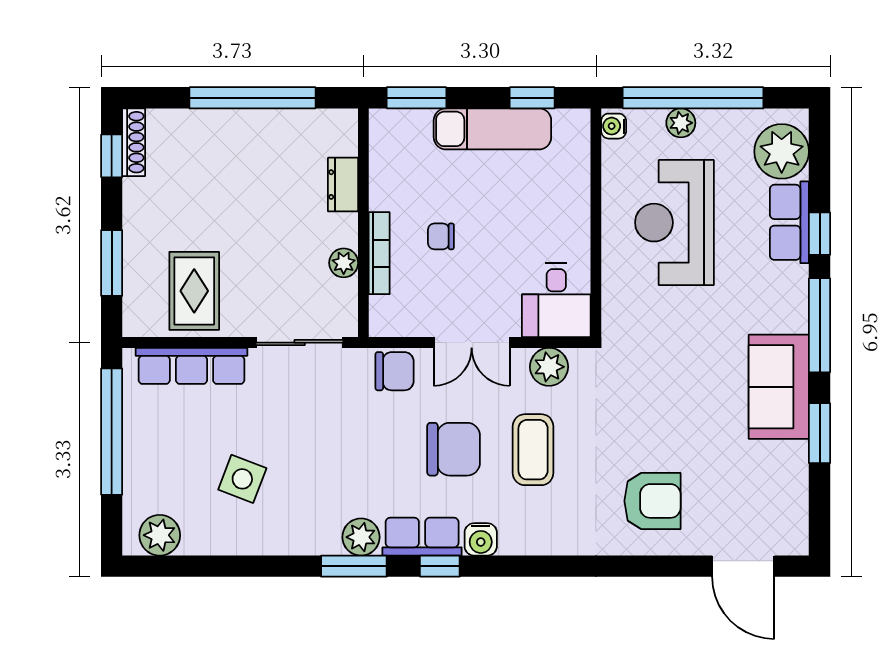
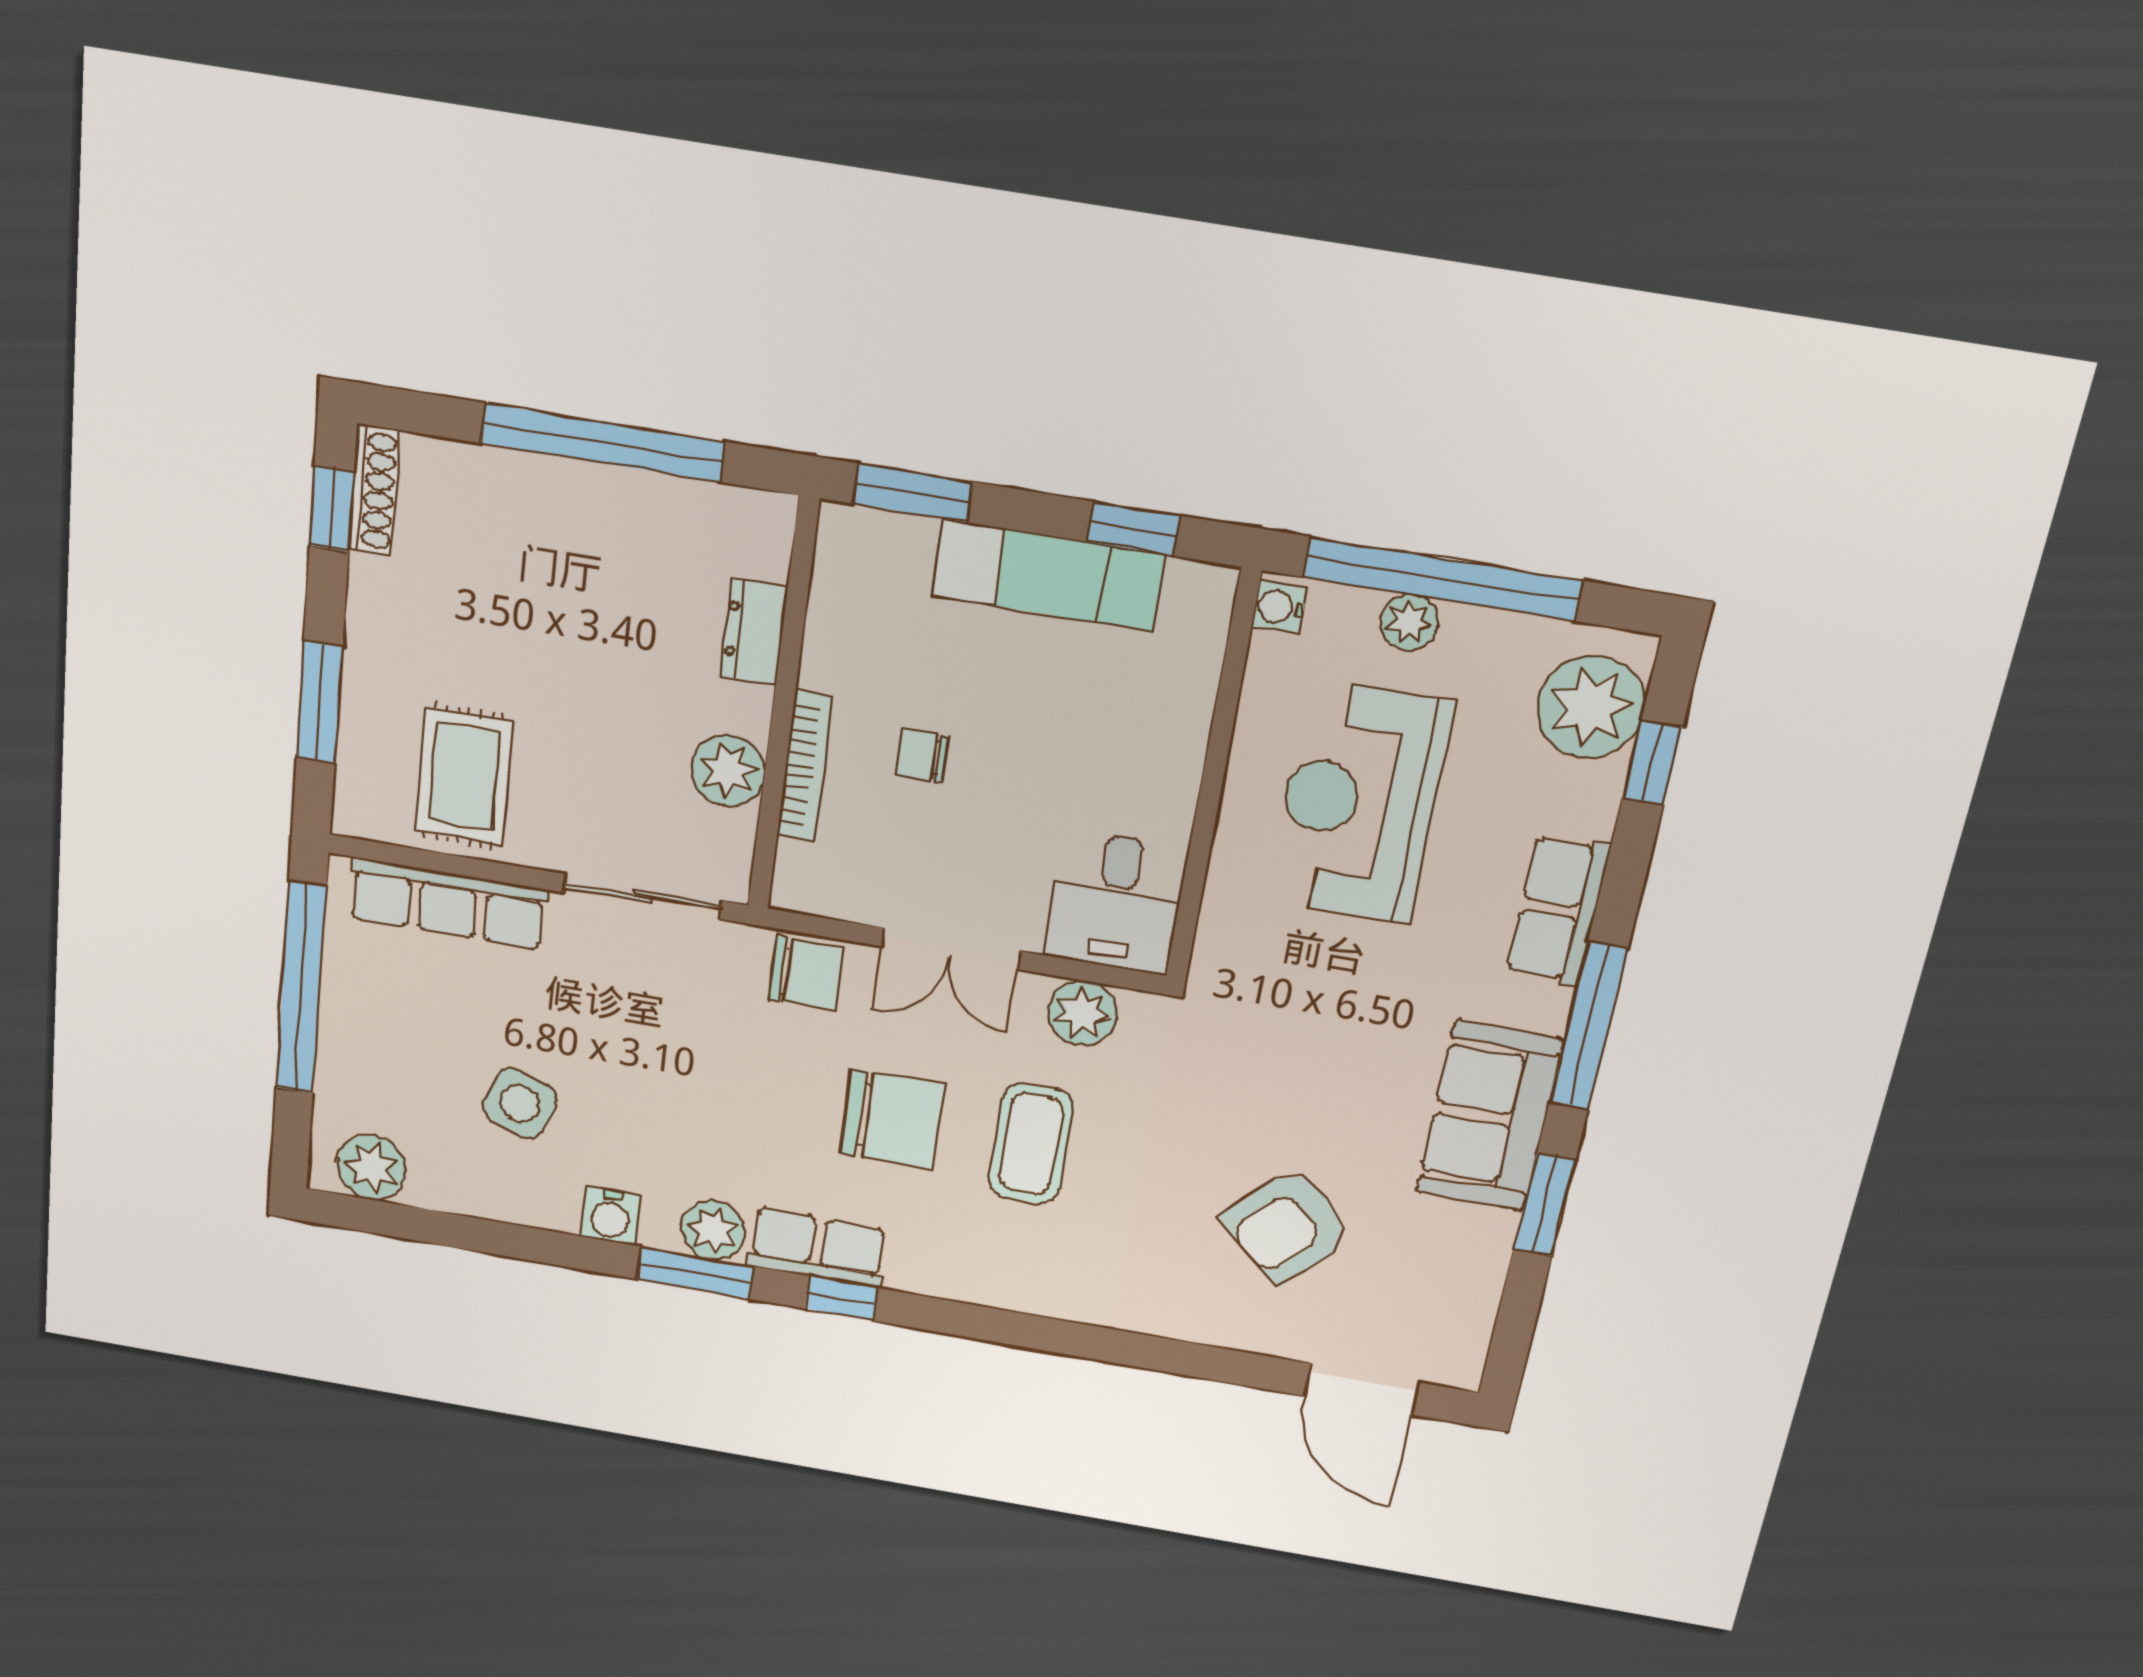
row of seats: (789, 222) -> (1558, 910), moved
window: (820, 234) -> (1652, 763), moved
plant: (344, 263) -> (728, 771), width x1.38, depth x1.38
armchair: (652, 501) -> (1287, 1226), moved, turned 133
water cooler: (481, 539) -> (610, 1216), moved

